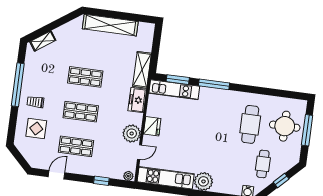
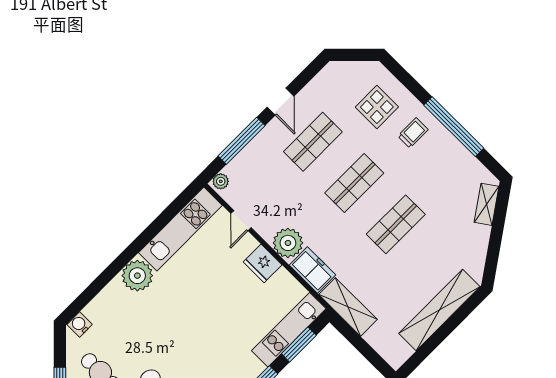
plant: (132, 134) -> (288, 243), moved
door: (57, 175) -> (281, 102), moved
window: (101, 181) -> (241, 141), width x2.17

